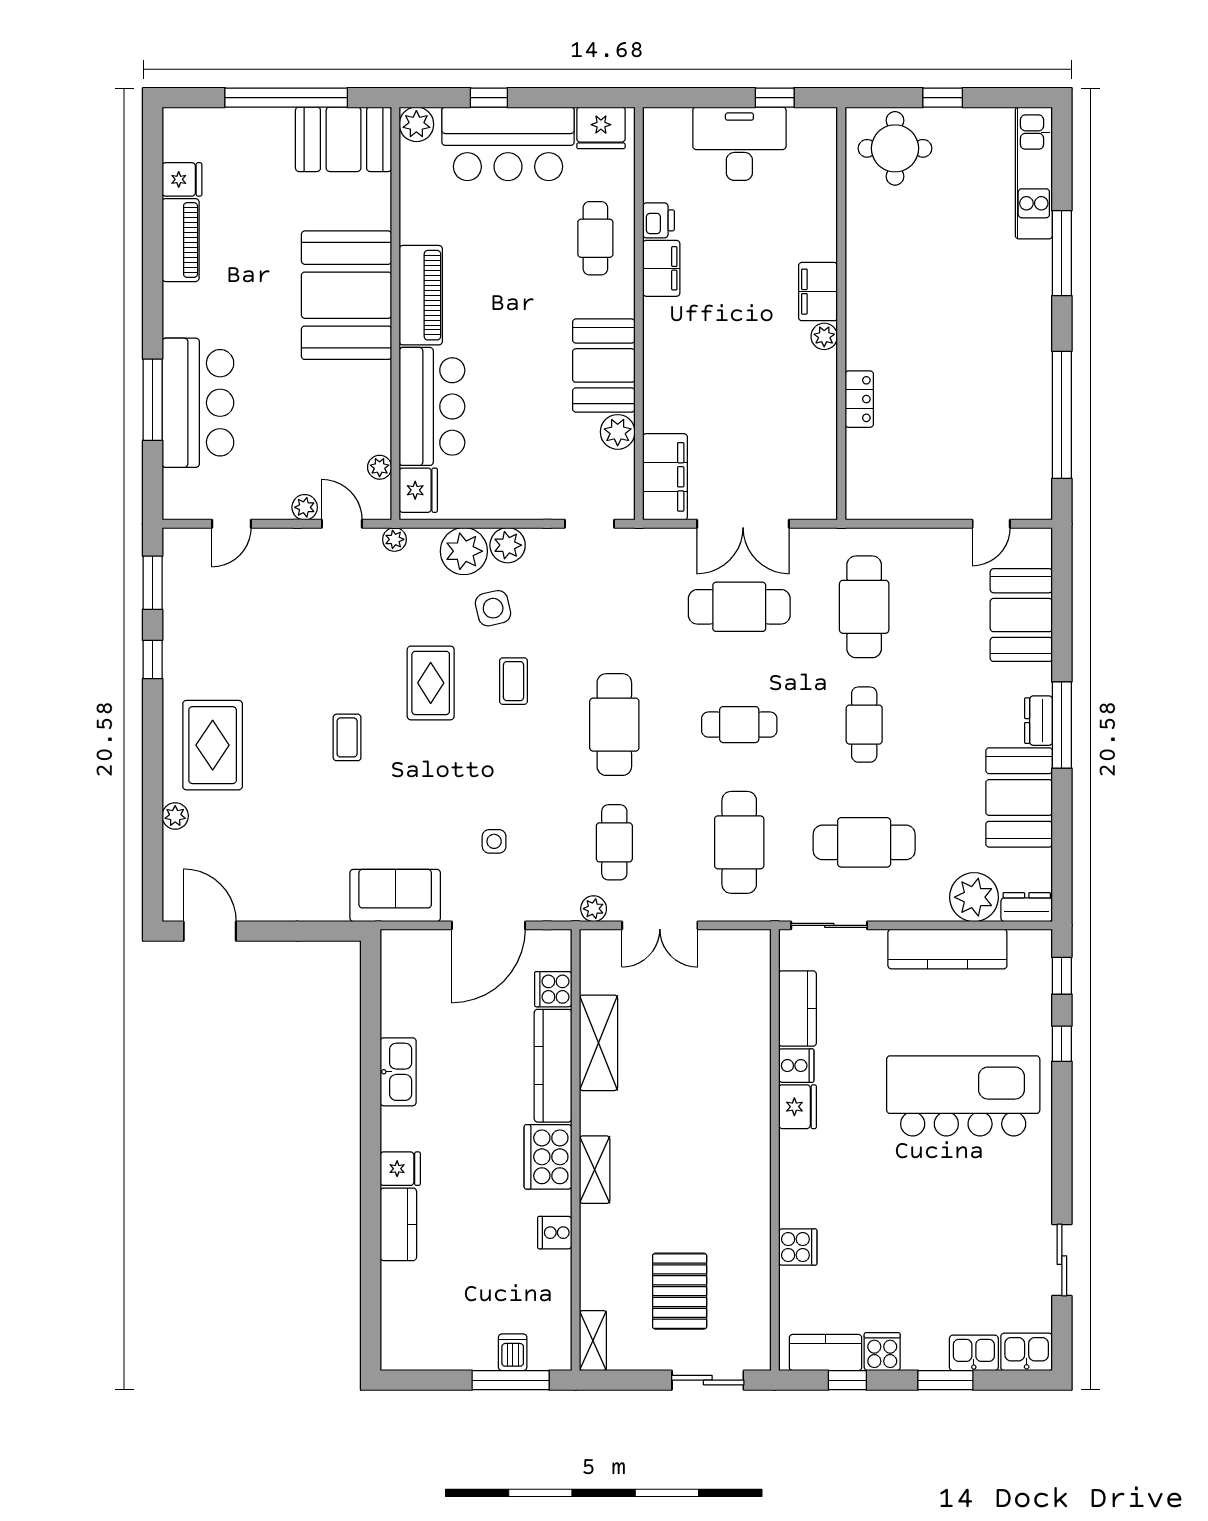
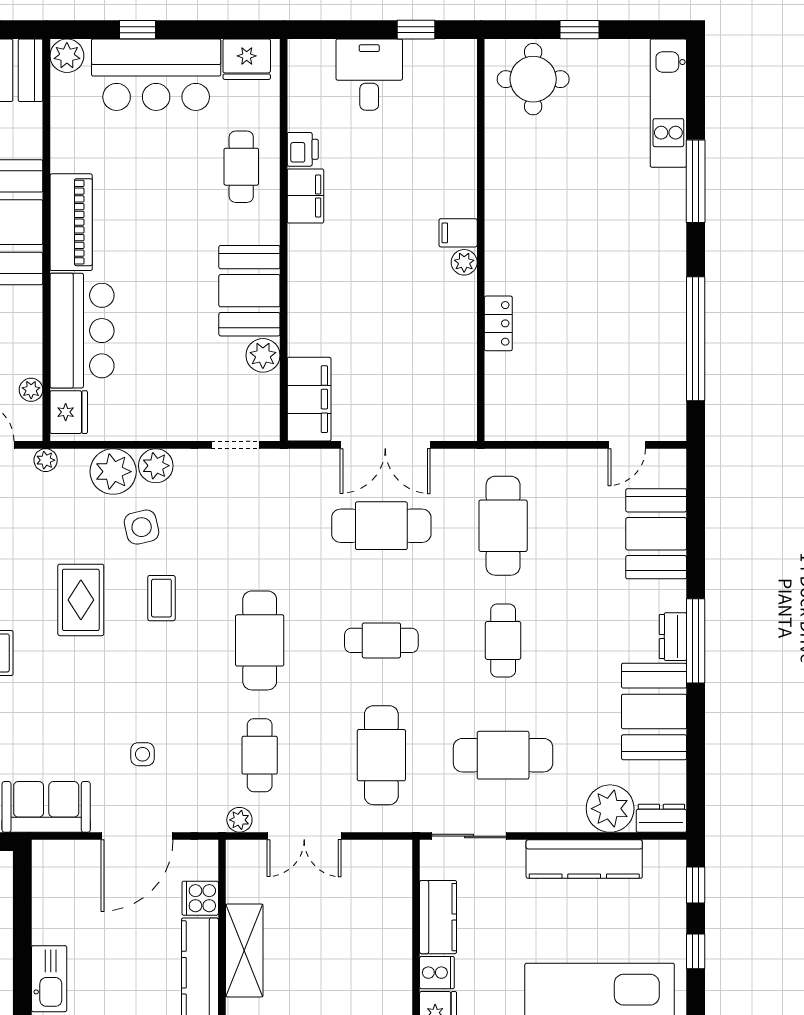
desk: (739, 144) -> (369, 75), width x0.73
filing cabinet: (818, 292) -> (458, 233), width x0.50

